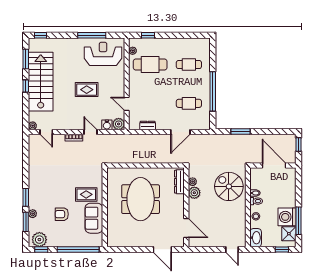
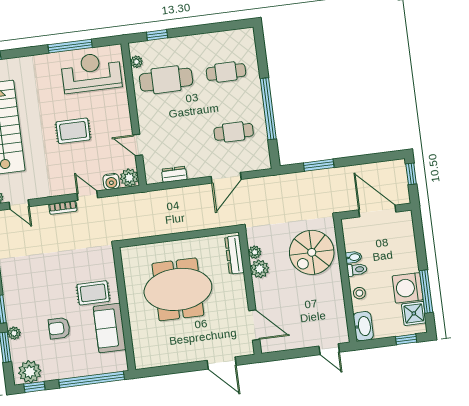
spiral stairs: (229, 186) -> (312, 252), turned -90
meeting table: (141, 199) -> (178, 289), turned 90

